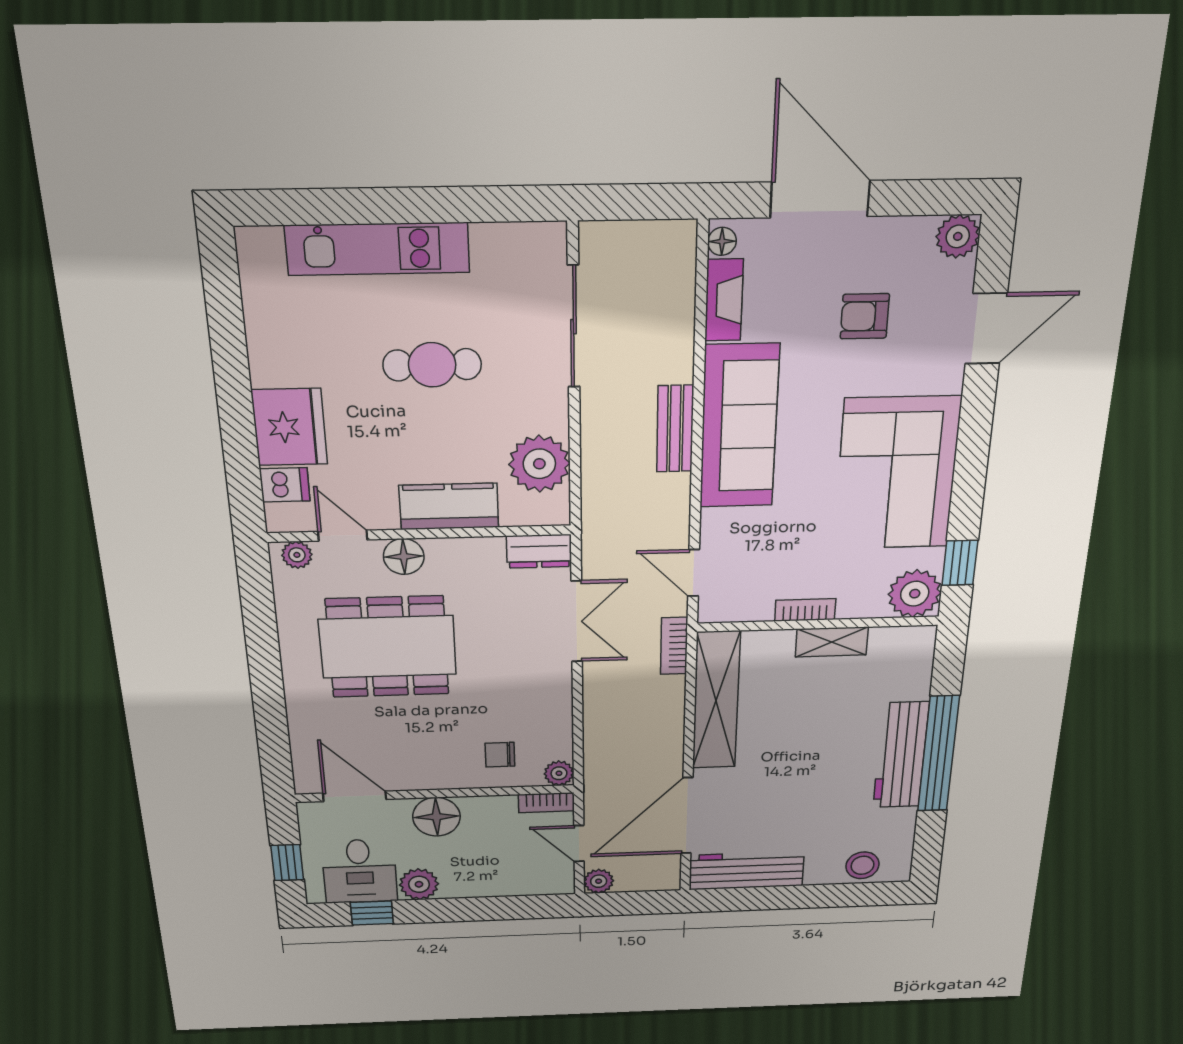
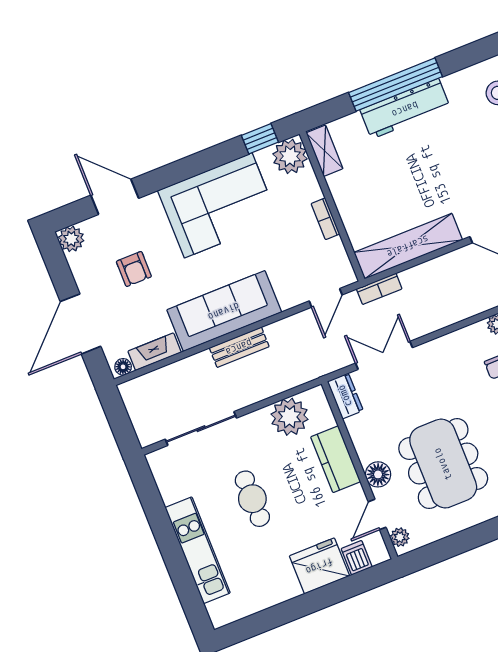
shelving: (832, 642) -> (325, 151), moved

